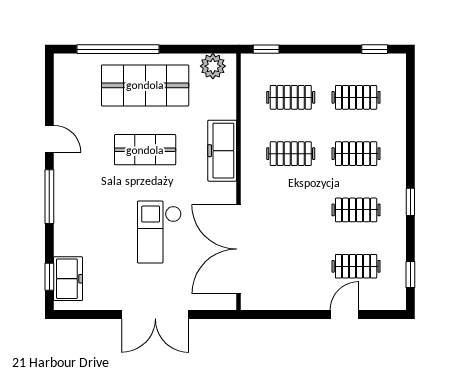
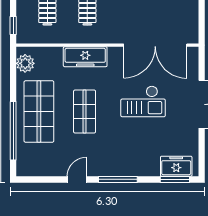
window: (49, 277) -> (175, 179), width x1.50

